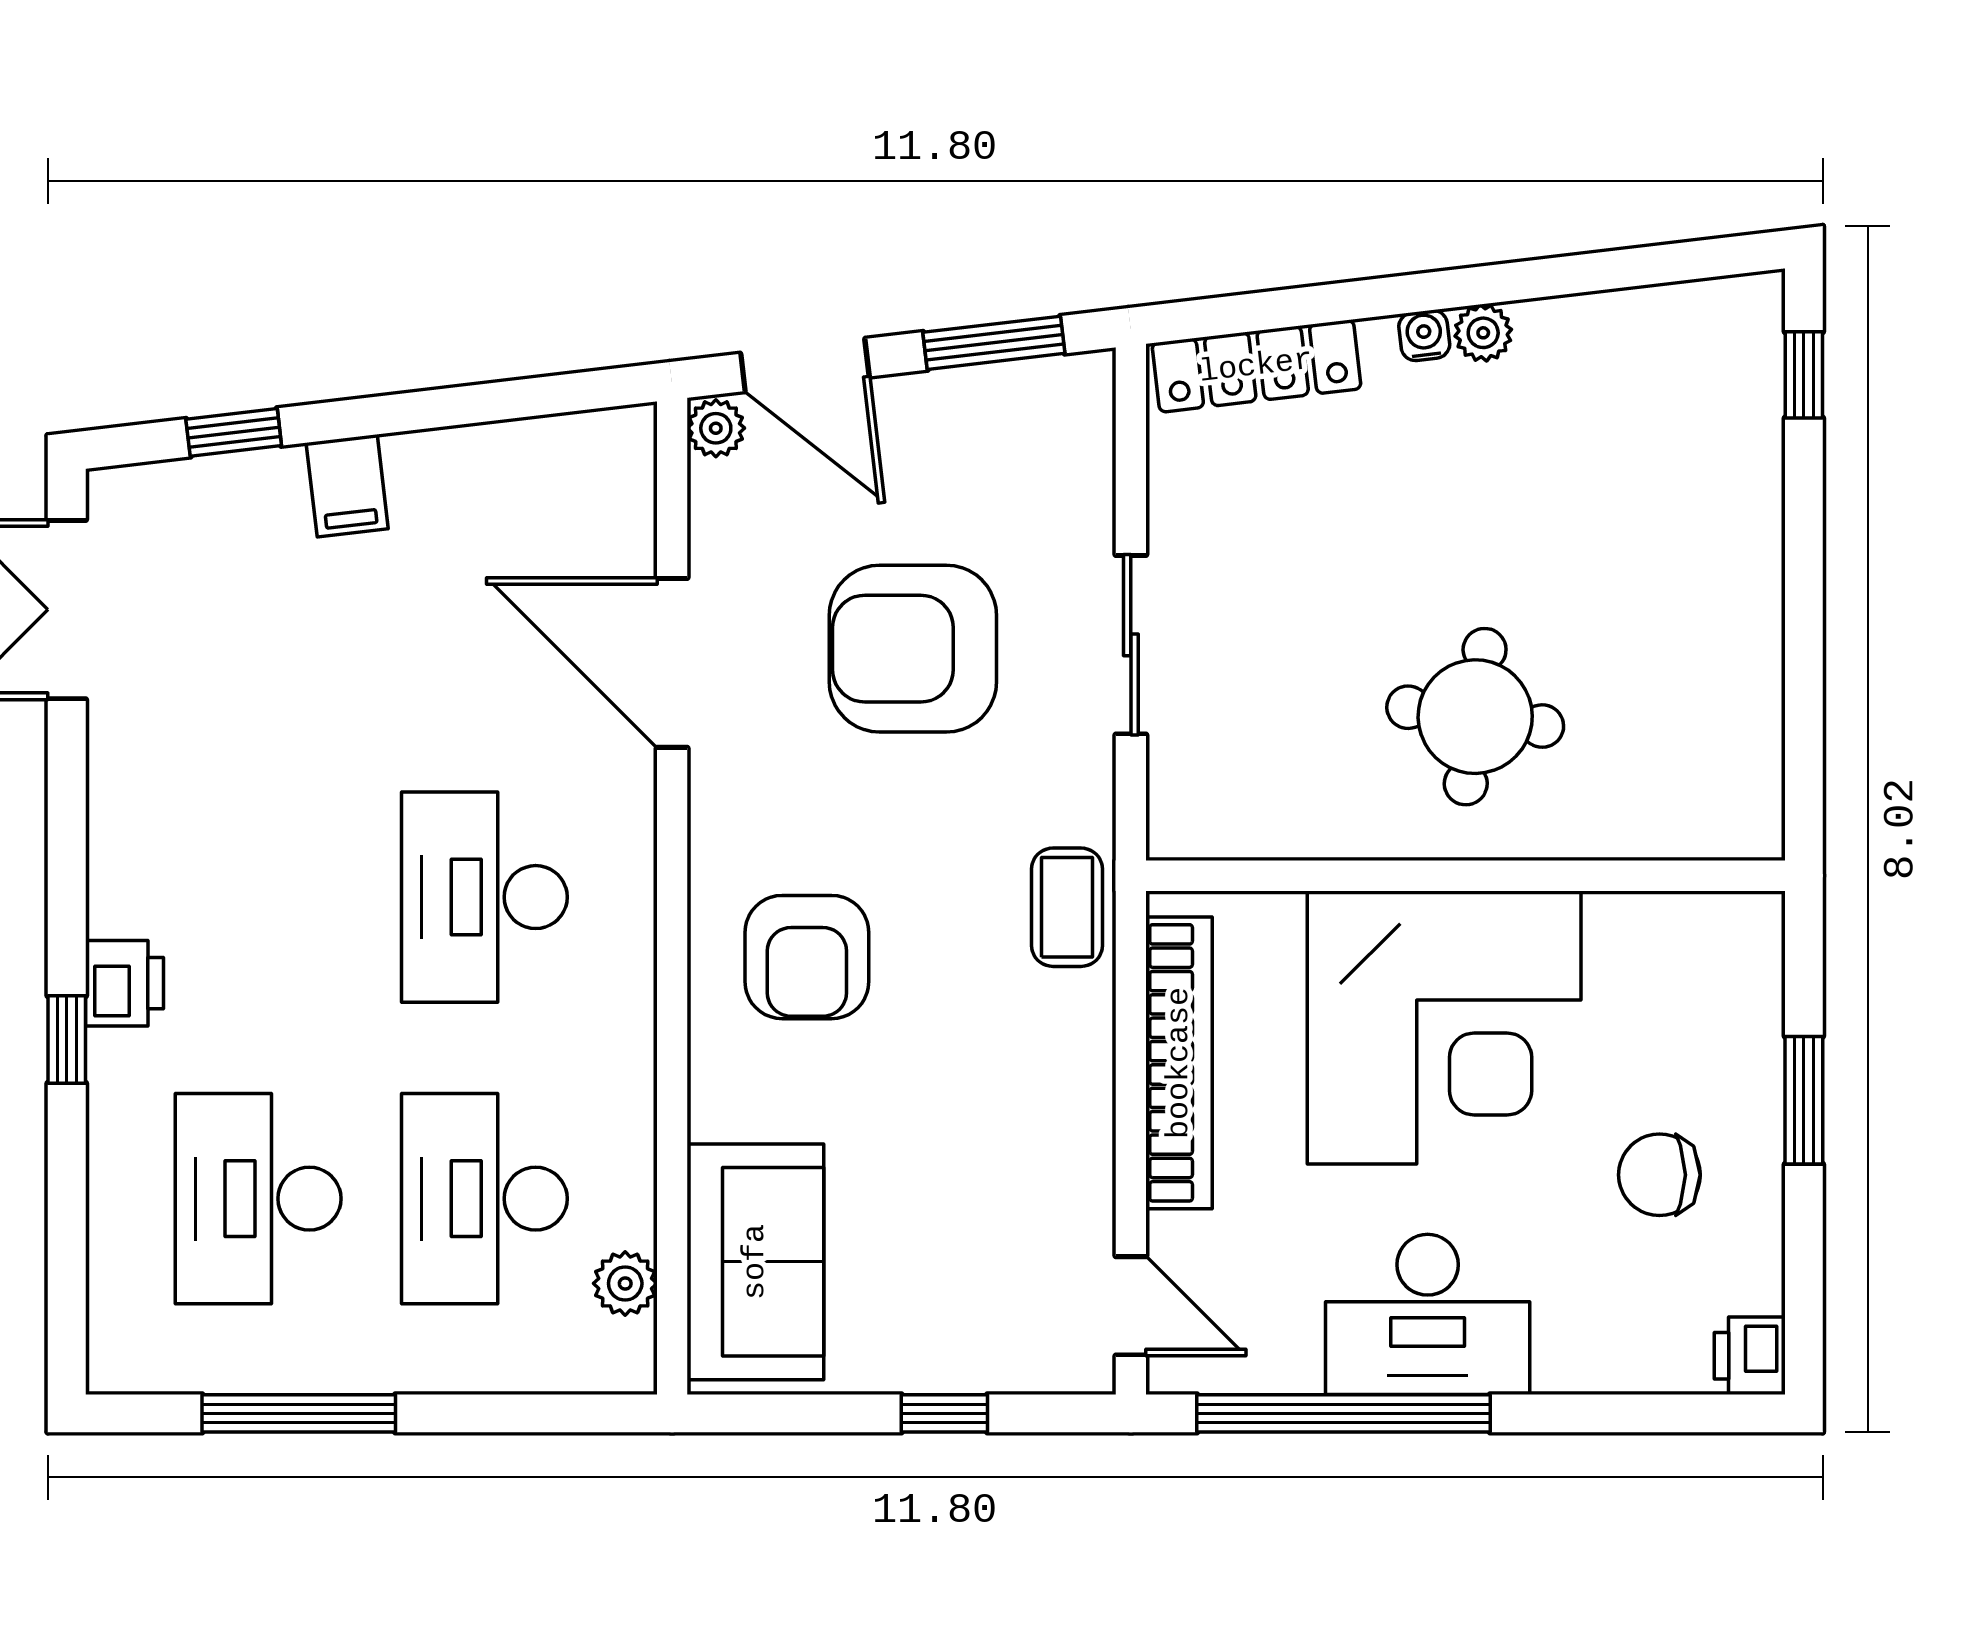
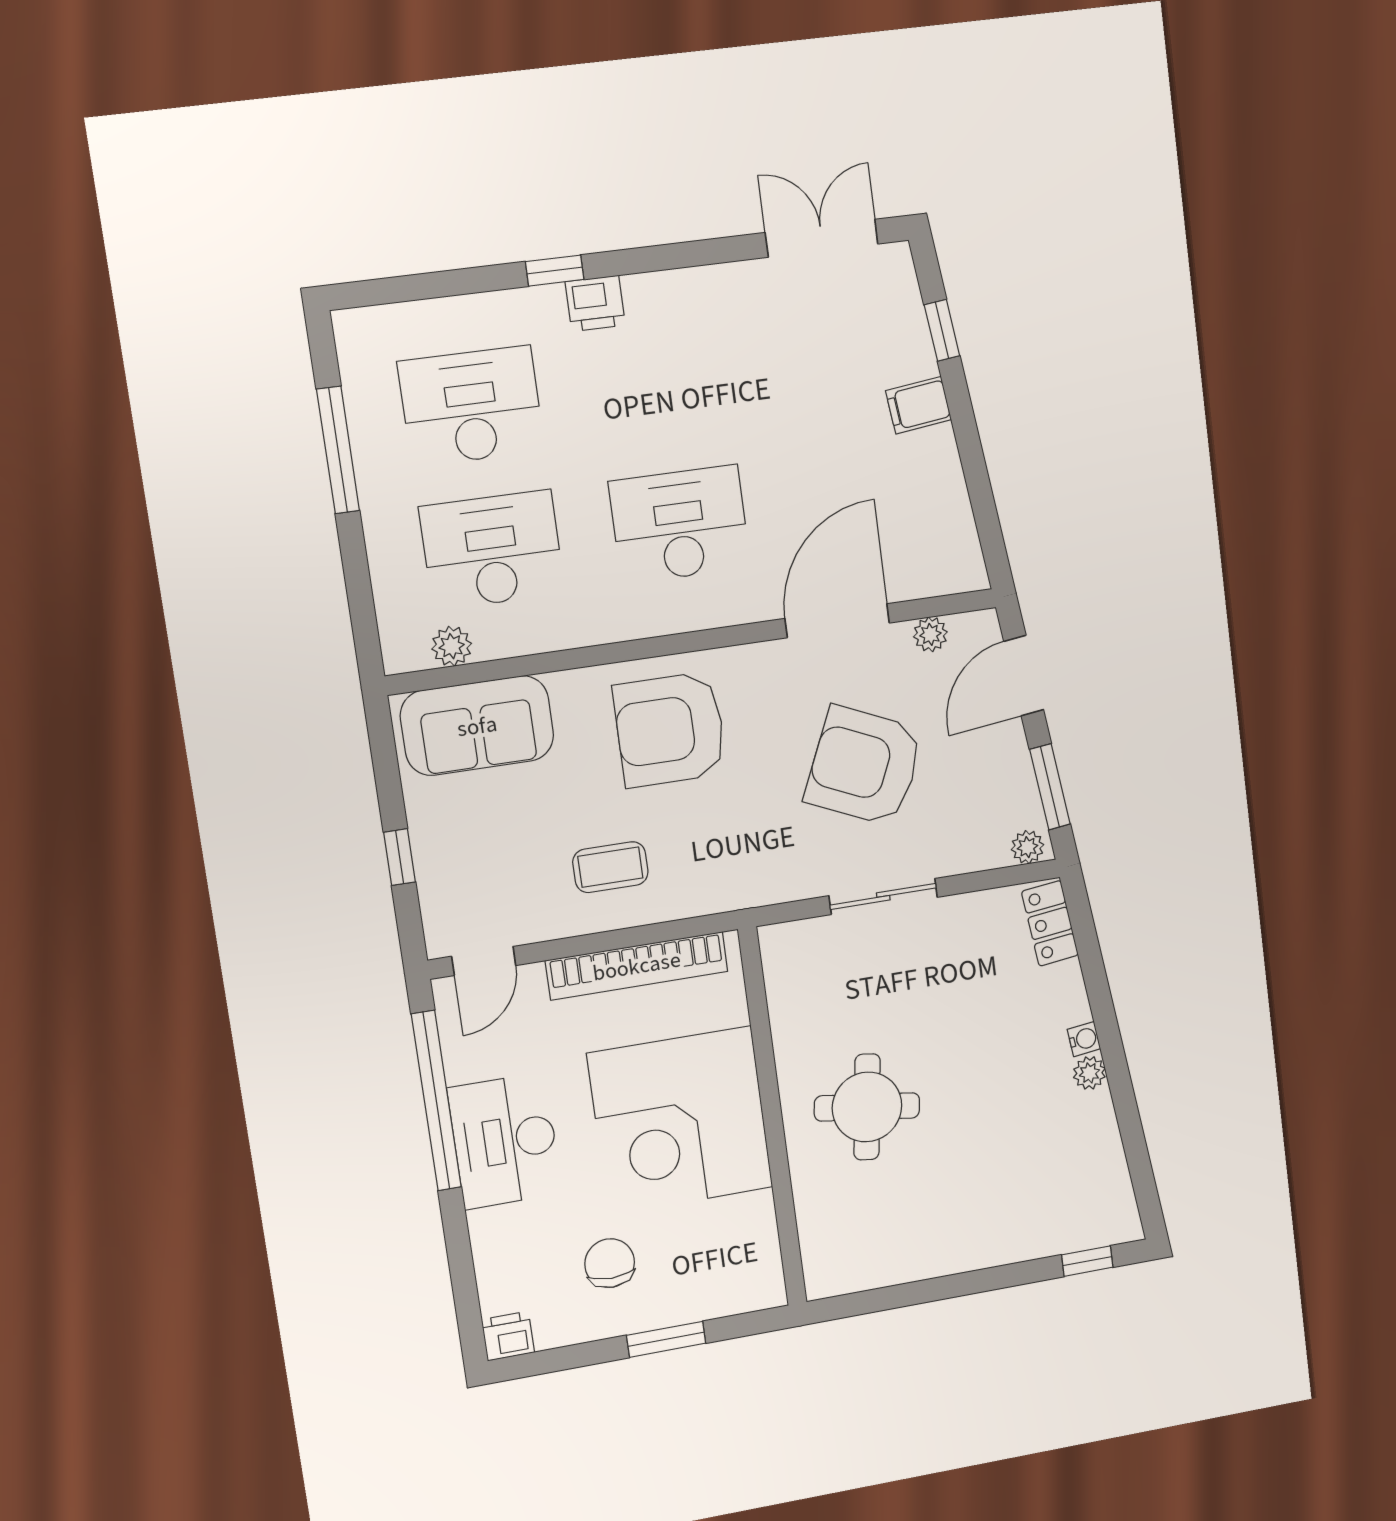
locker: (1256, 366) -> (1050, 923), width x0.66
plant: (1088, 393) -> (1028, 847), added
plant: (716, 428) -> (930, 634), moved
armchair: (913, 649) -> (864, 766), turned -66
coffee table: (1067, 907) -> (610, 867), moved
armchair: (807, 957) -> (670, 730), width x1.36, depth x1.36

